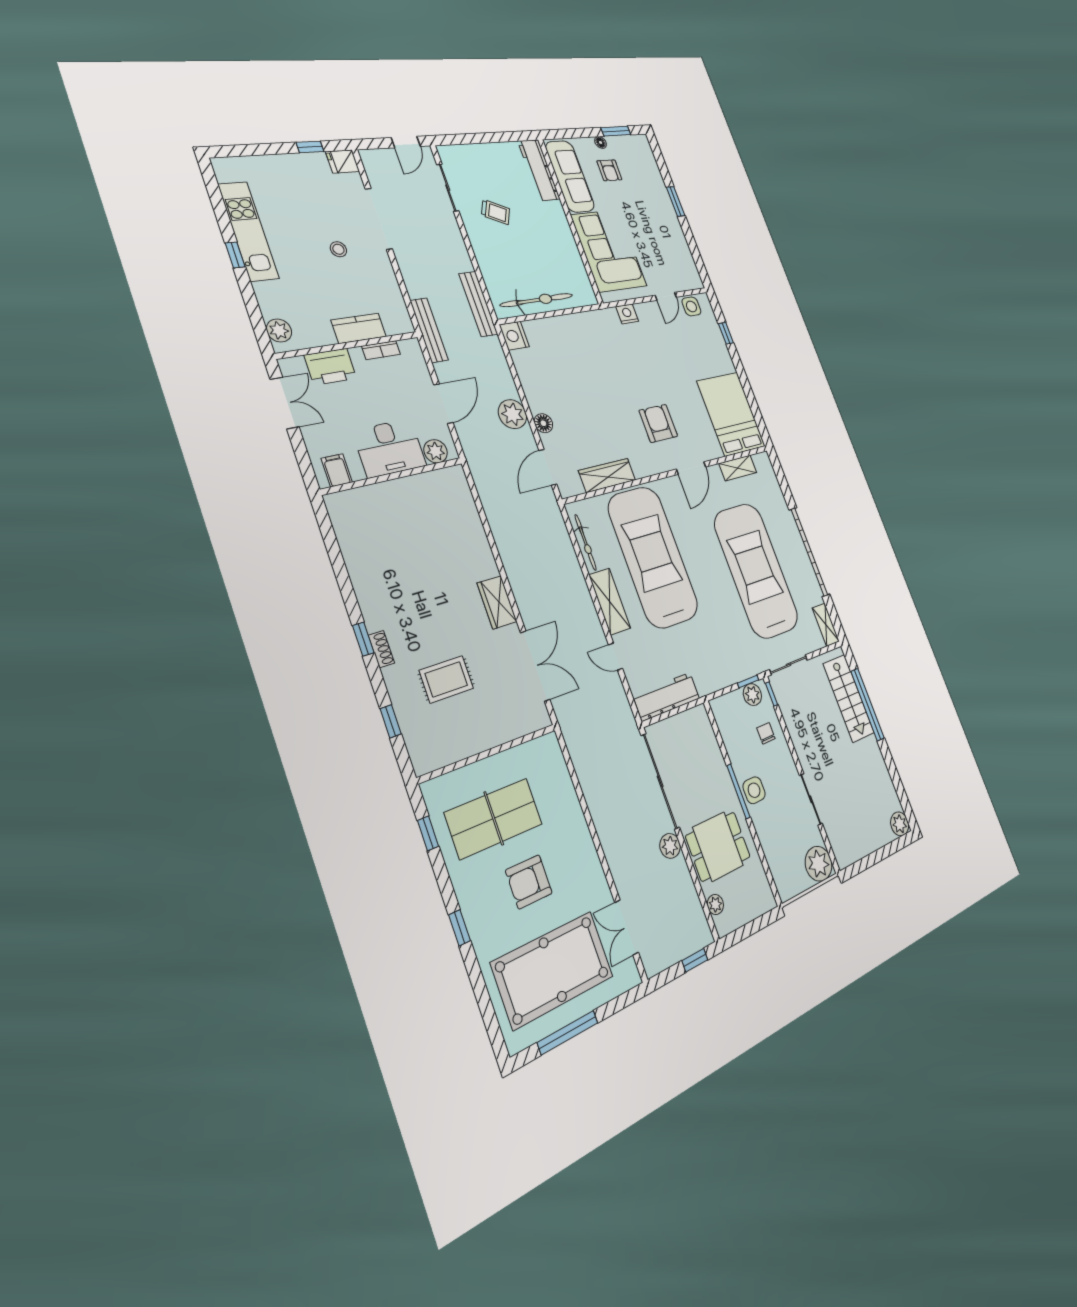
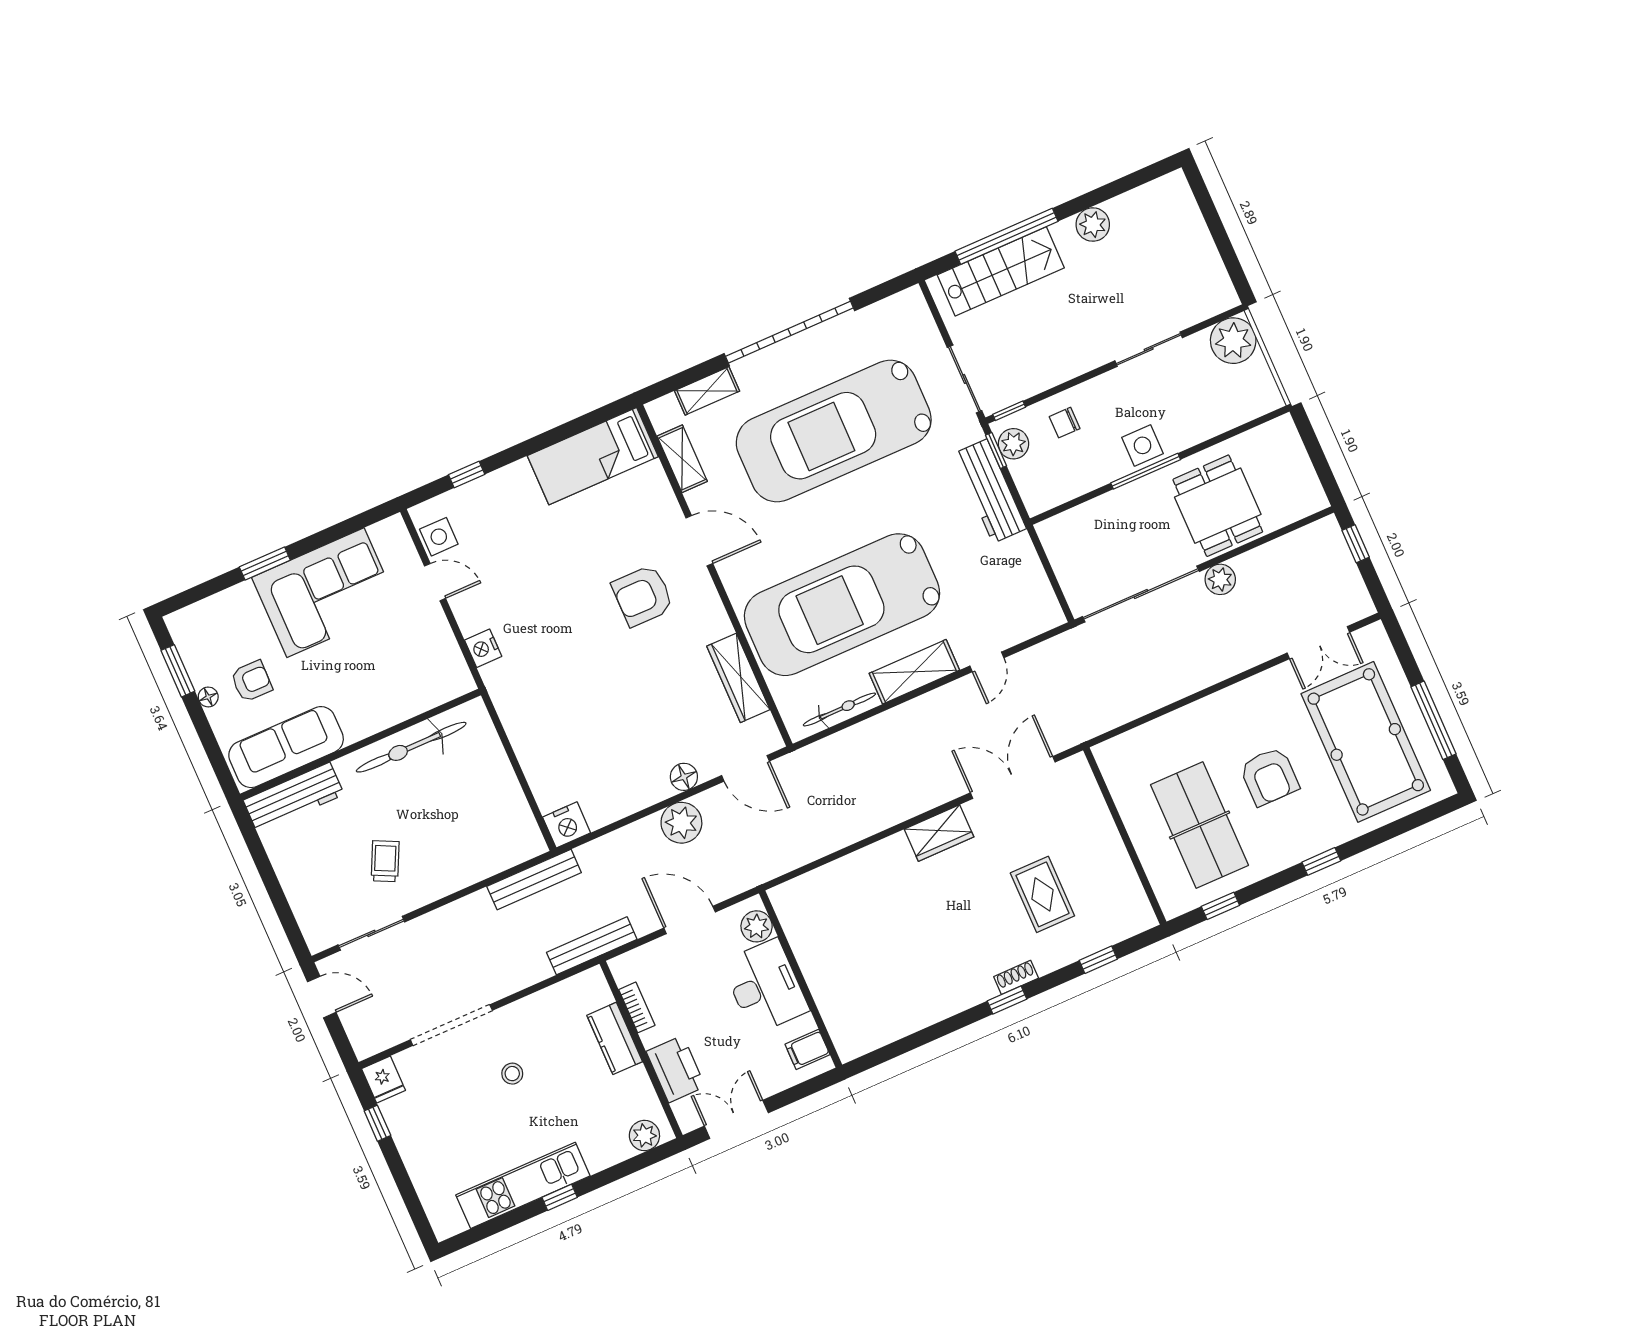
corner sofa: (609, 251) -> (325, 593), moved, turned 180
bicycle: (537, 300) -> (411, 747), moved, turned -90
bed: (731, 414) -> (593, 456), width x0.67
shelving: (826, 625) -> (707, 391), moved
workbench: (666, 697) -> (990, 491), moved
plant: (900, 824) -> (1093, 225), moved
plant: (715, 905) -> (1289, 511), removed

